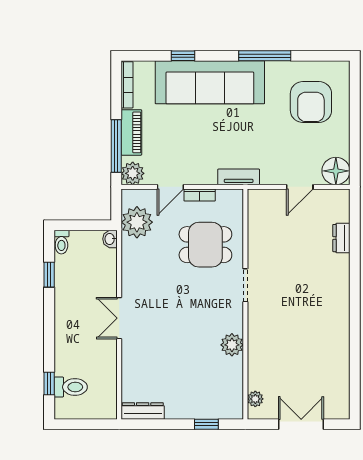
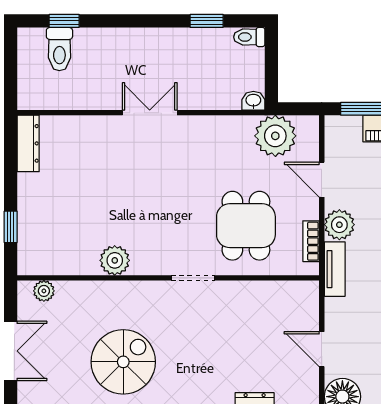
plant: (133, 173) -> (339, 225), moved
bookcase: (200, 195) -> (311, 241), moved
spiral stairs: (309, 338) -> (123, 362), added

